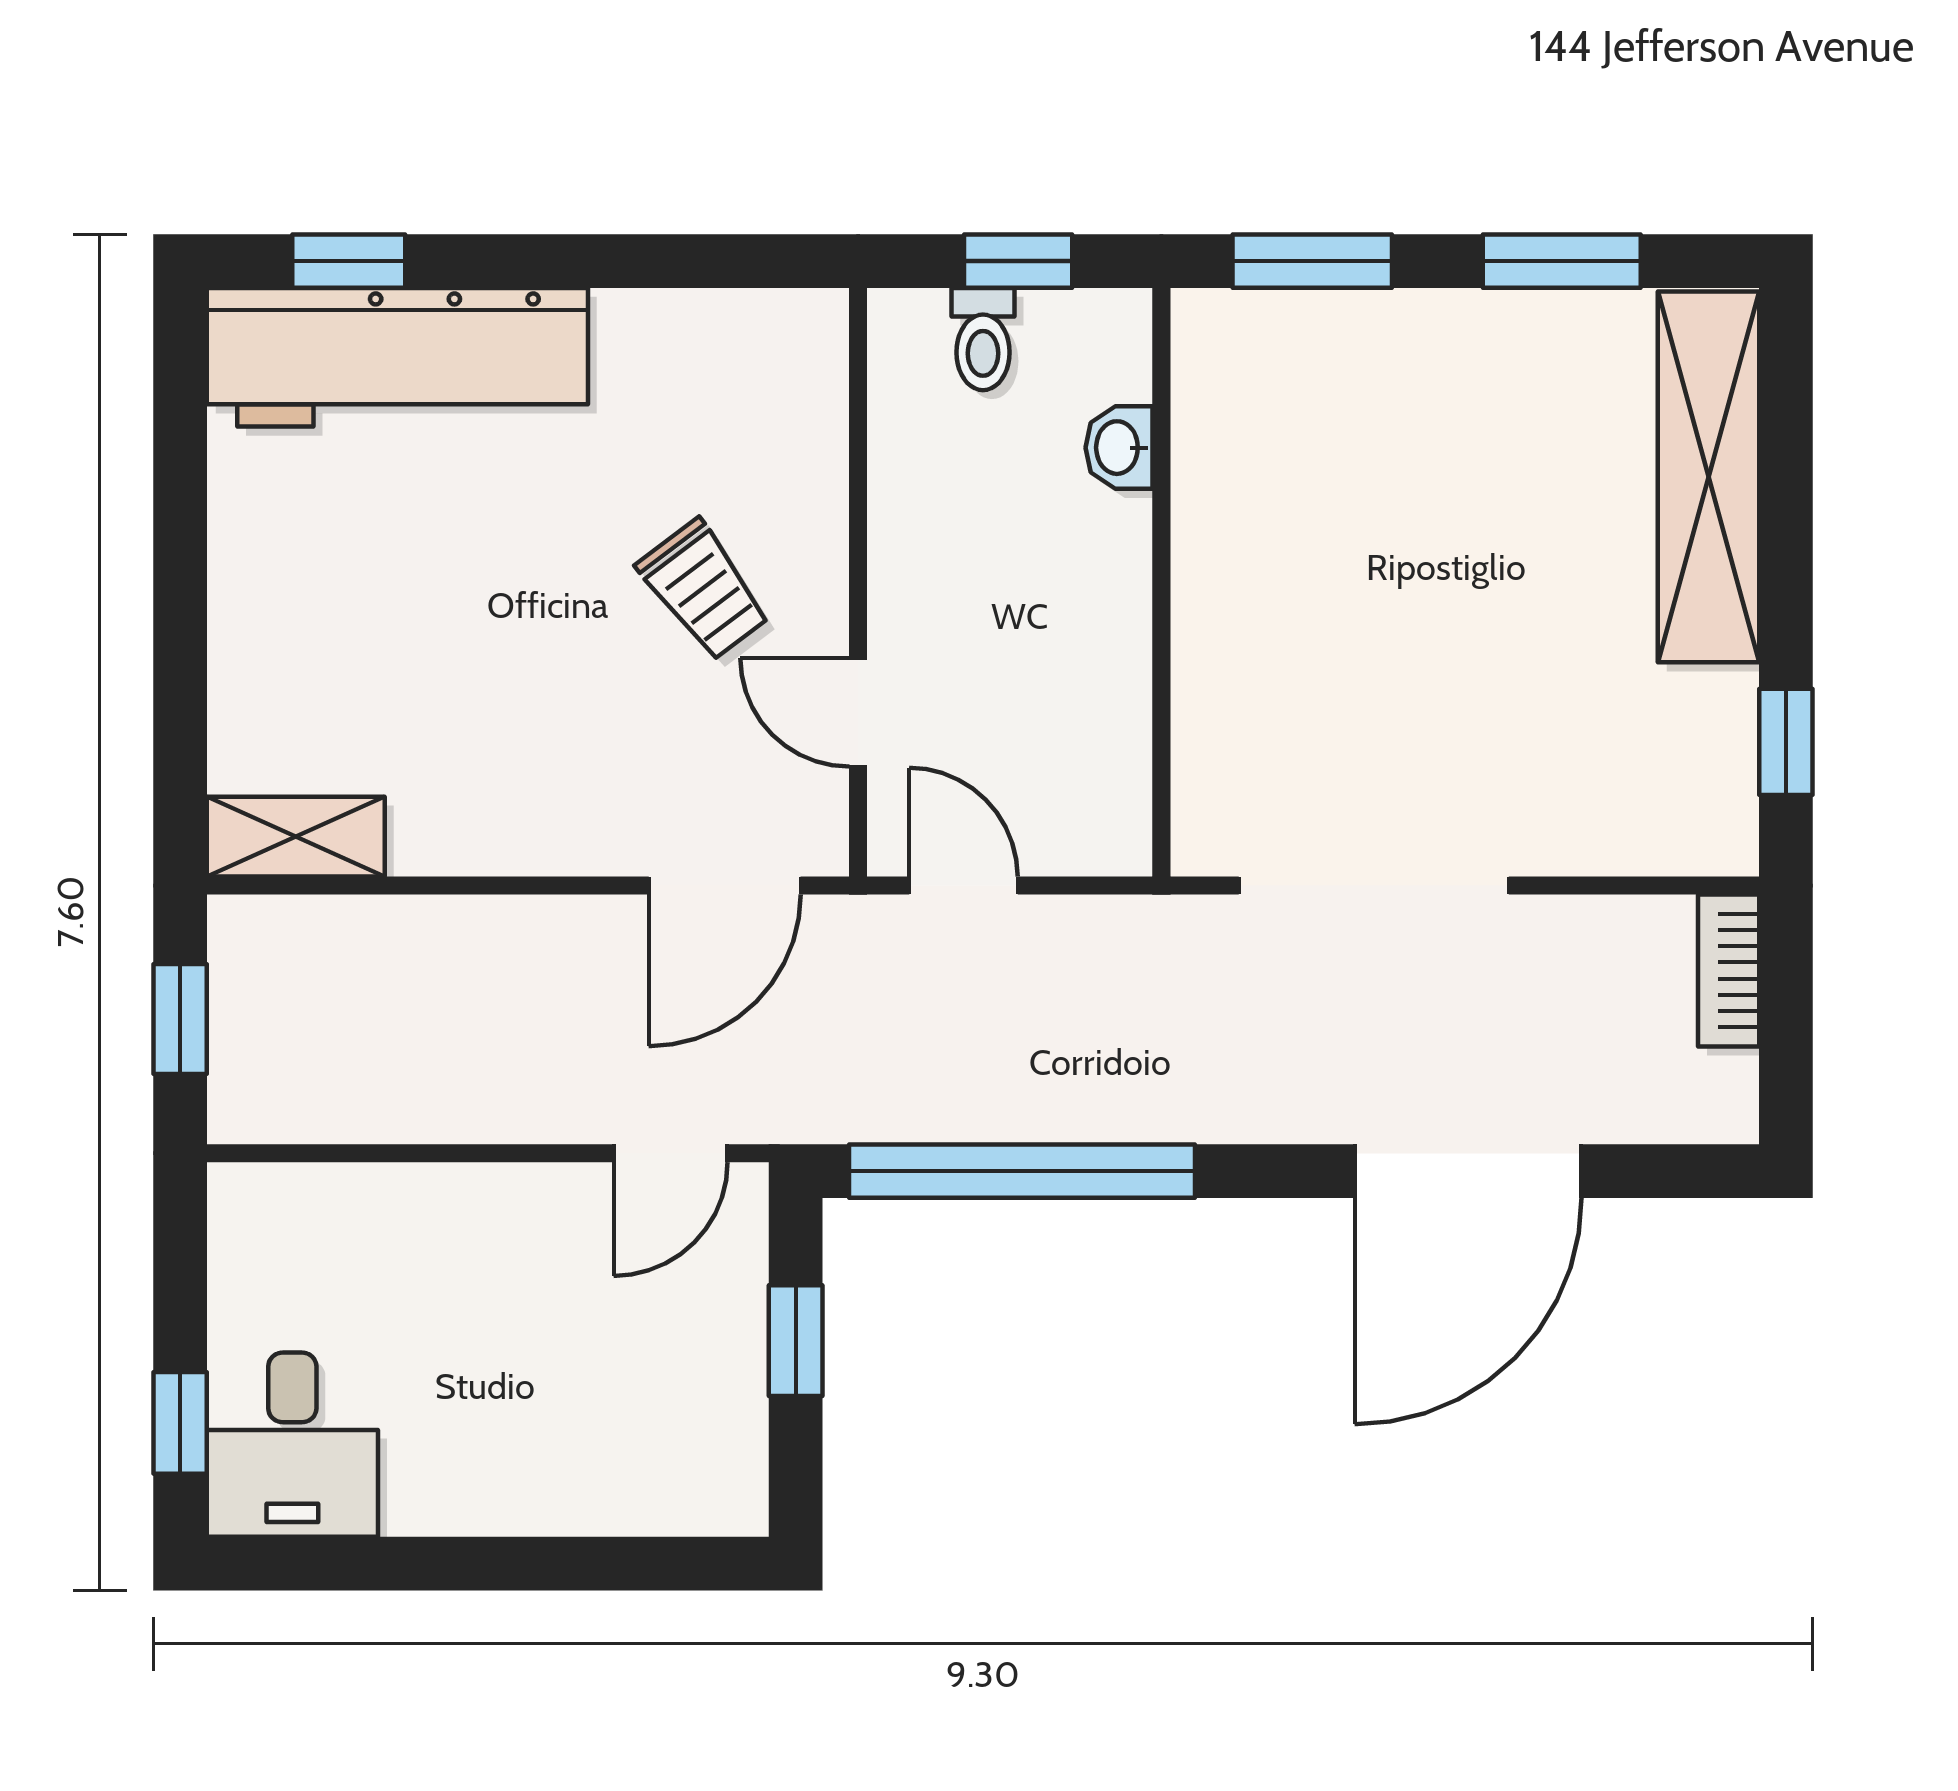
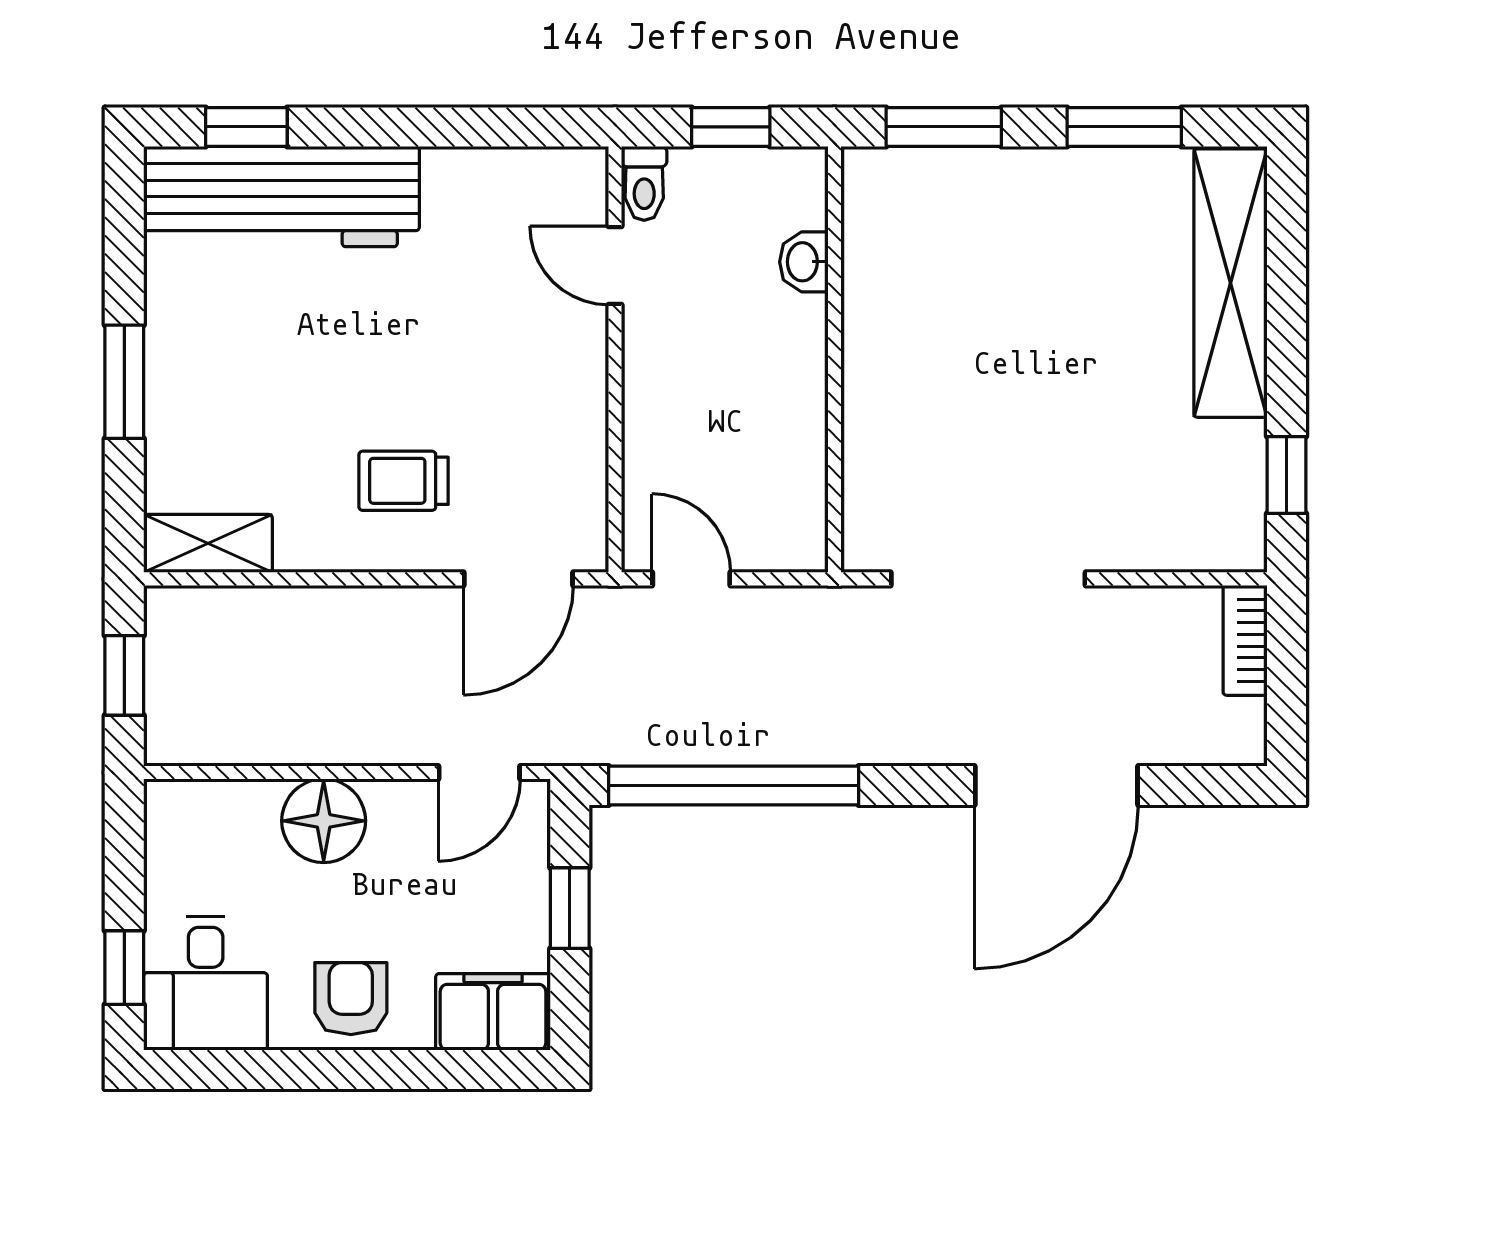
toilet: (983, 339) -> (644, 183), moved
trolley: (704, 590) -> (404, 481), moved, turned 127
window: (180, 613) -> (124, 382), added
door: (858, 712) -> (615, 265), moved
floor lamp: (455, 1220) -> (324, 821), added
armchair: (493, 1466) -> (351, 999), added
filing cabinet: (690, 1484) -> (493, 1012), added

